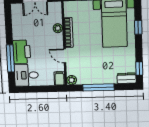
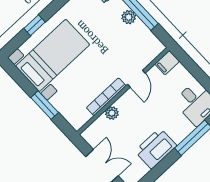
printer: (22, 52) -> (156, 148), moved
plant: (72, 80) -> (129, 17), moved

